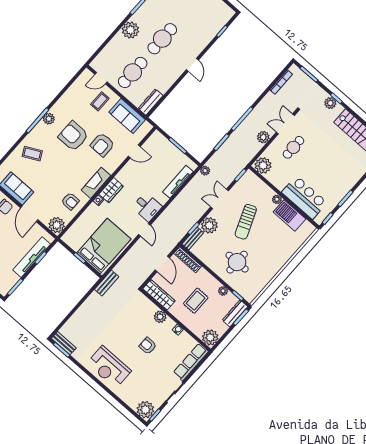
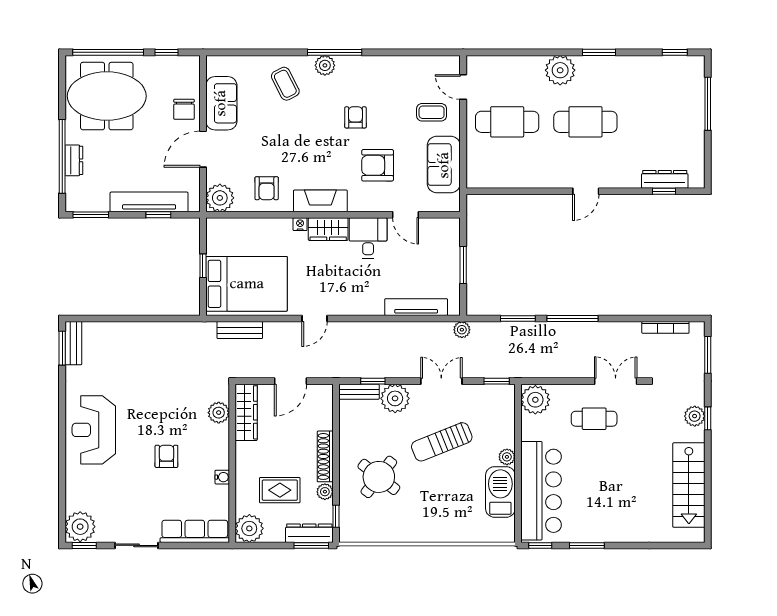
dresser: (151, 102) -> (665, 179), moved
plant: (49, 119) -> (325, 65), moved
armchair: (73, 136) -> (355, 117), width x0.53, depth x0.53
plant: (263, 137) -> (573, 367), removed
bar counter: (304, 197) -> (541, 491), width x1.36
desk: (147, 207) -> (368, 238), moved, turned 180
shoe rack: (188, 260) -> (325, 456), moved
round table: (237, 262) -> (379, 477), turned 38
bench: (107, 283) -> (240, 330), moved
rug: (196, 301) -> (280, 490), moved
plant: (160, 317) -> (219, 413), moved

